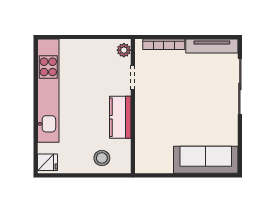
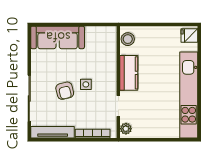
armchair: (197, 96) -> (65, 91), added
side table: (172, 103) -> (86, 84), added
stool: (102, 158) -> (128, 39), moved

